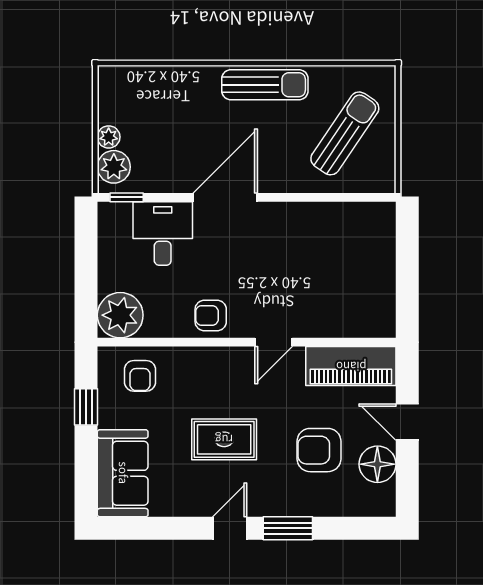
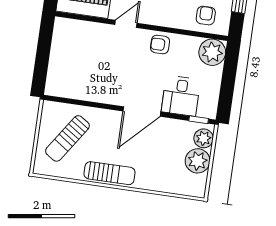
sun lounger: (265, 85) -> (110, 173), turned 180
plant: (109, 137) -> (198, 161), width x1.88, depth x1.88
armchair: (211, 316) -> (160, 45), turned 180

